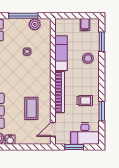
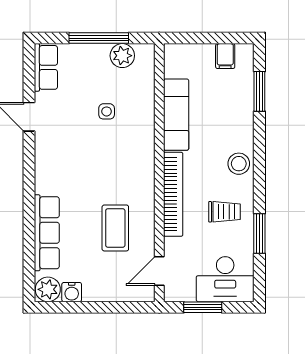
stool: (88, 58) -> (239, 164), moved

